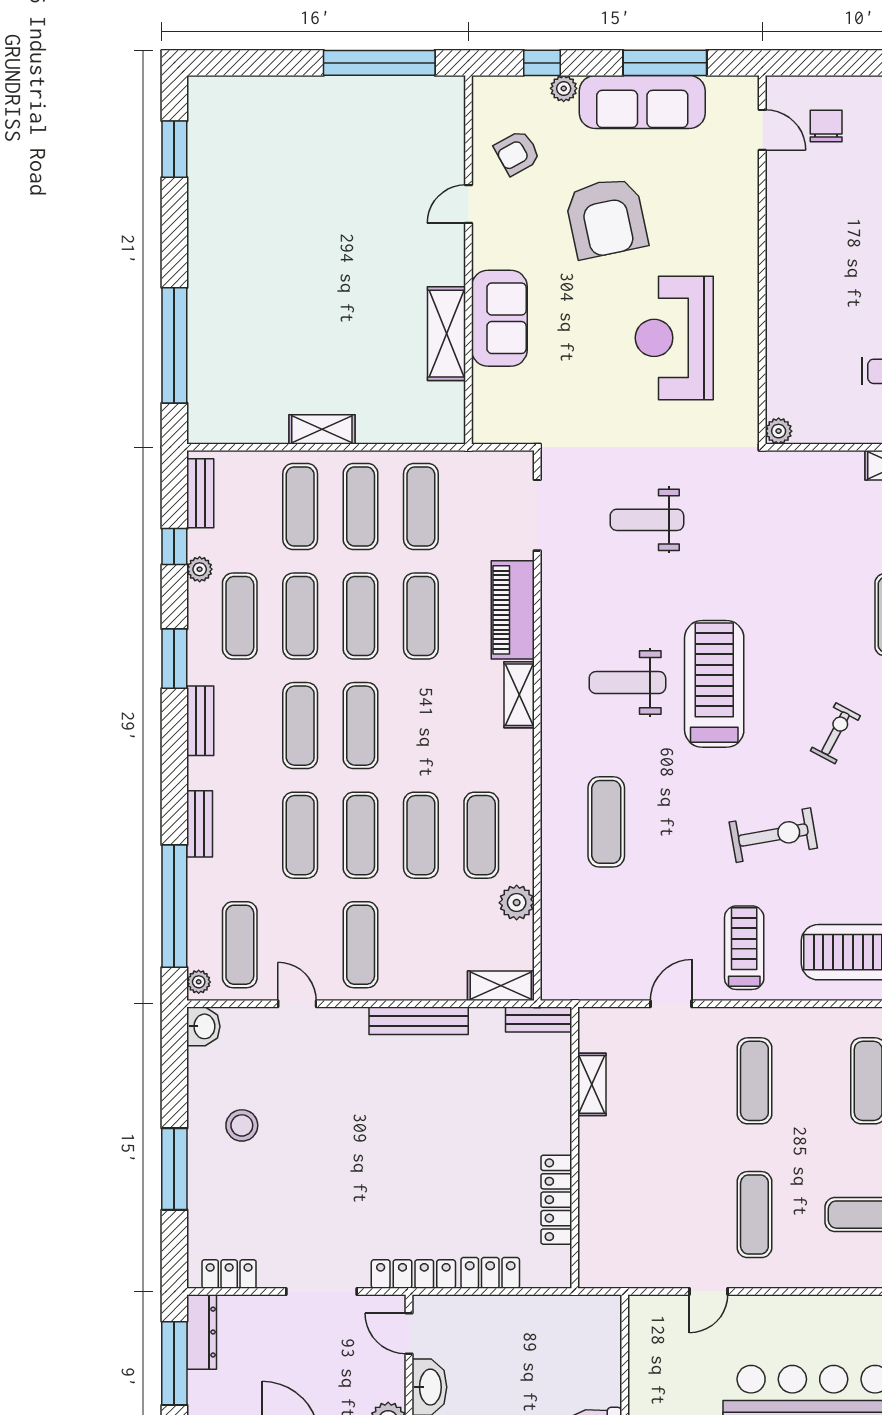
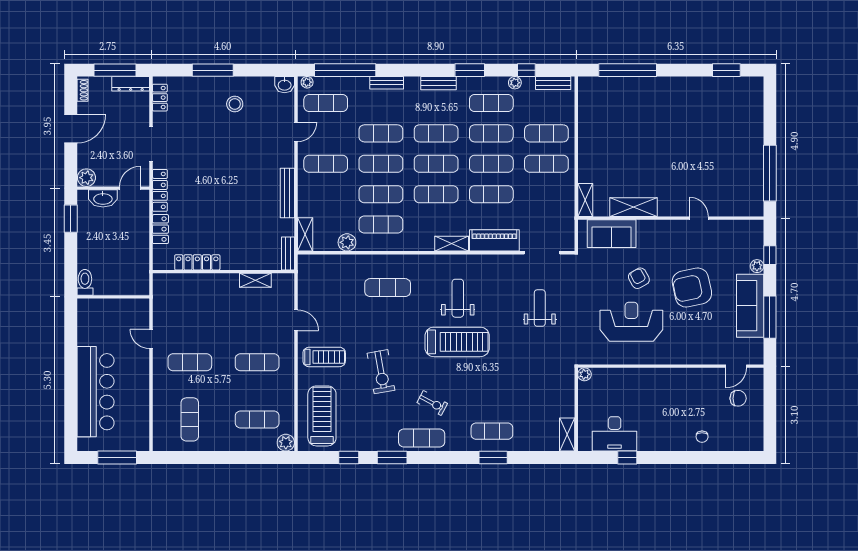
armchair: (517, 153) -> (639, 278), moved
sofa: (499, 318) -> (612, 234), moved
shelving: (322, 429) -> (585, 200), moved
exercise mat: (421, 506) -> (436, 194), moved

